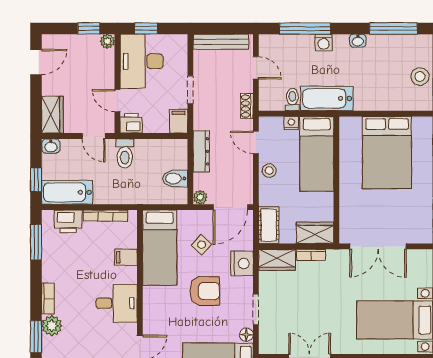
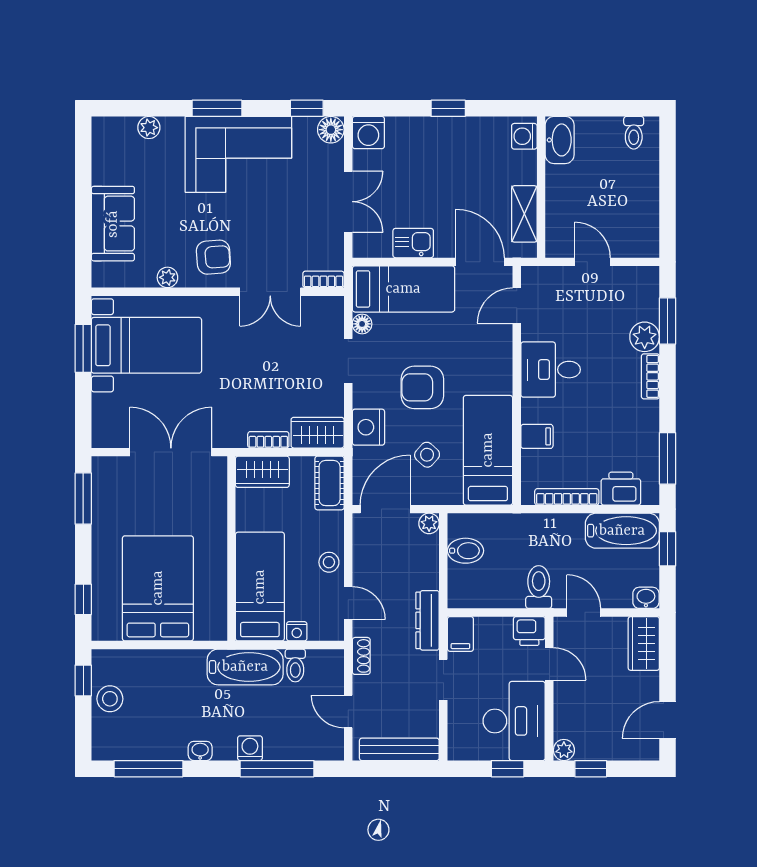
dresser: (201, 151) -> (428, 620), moved

